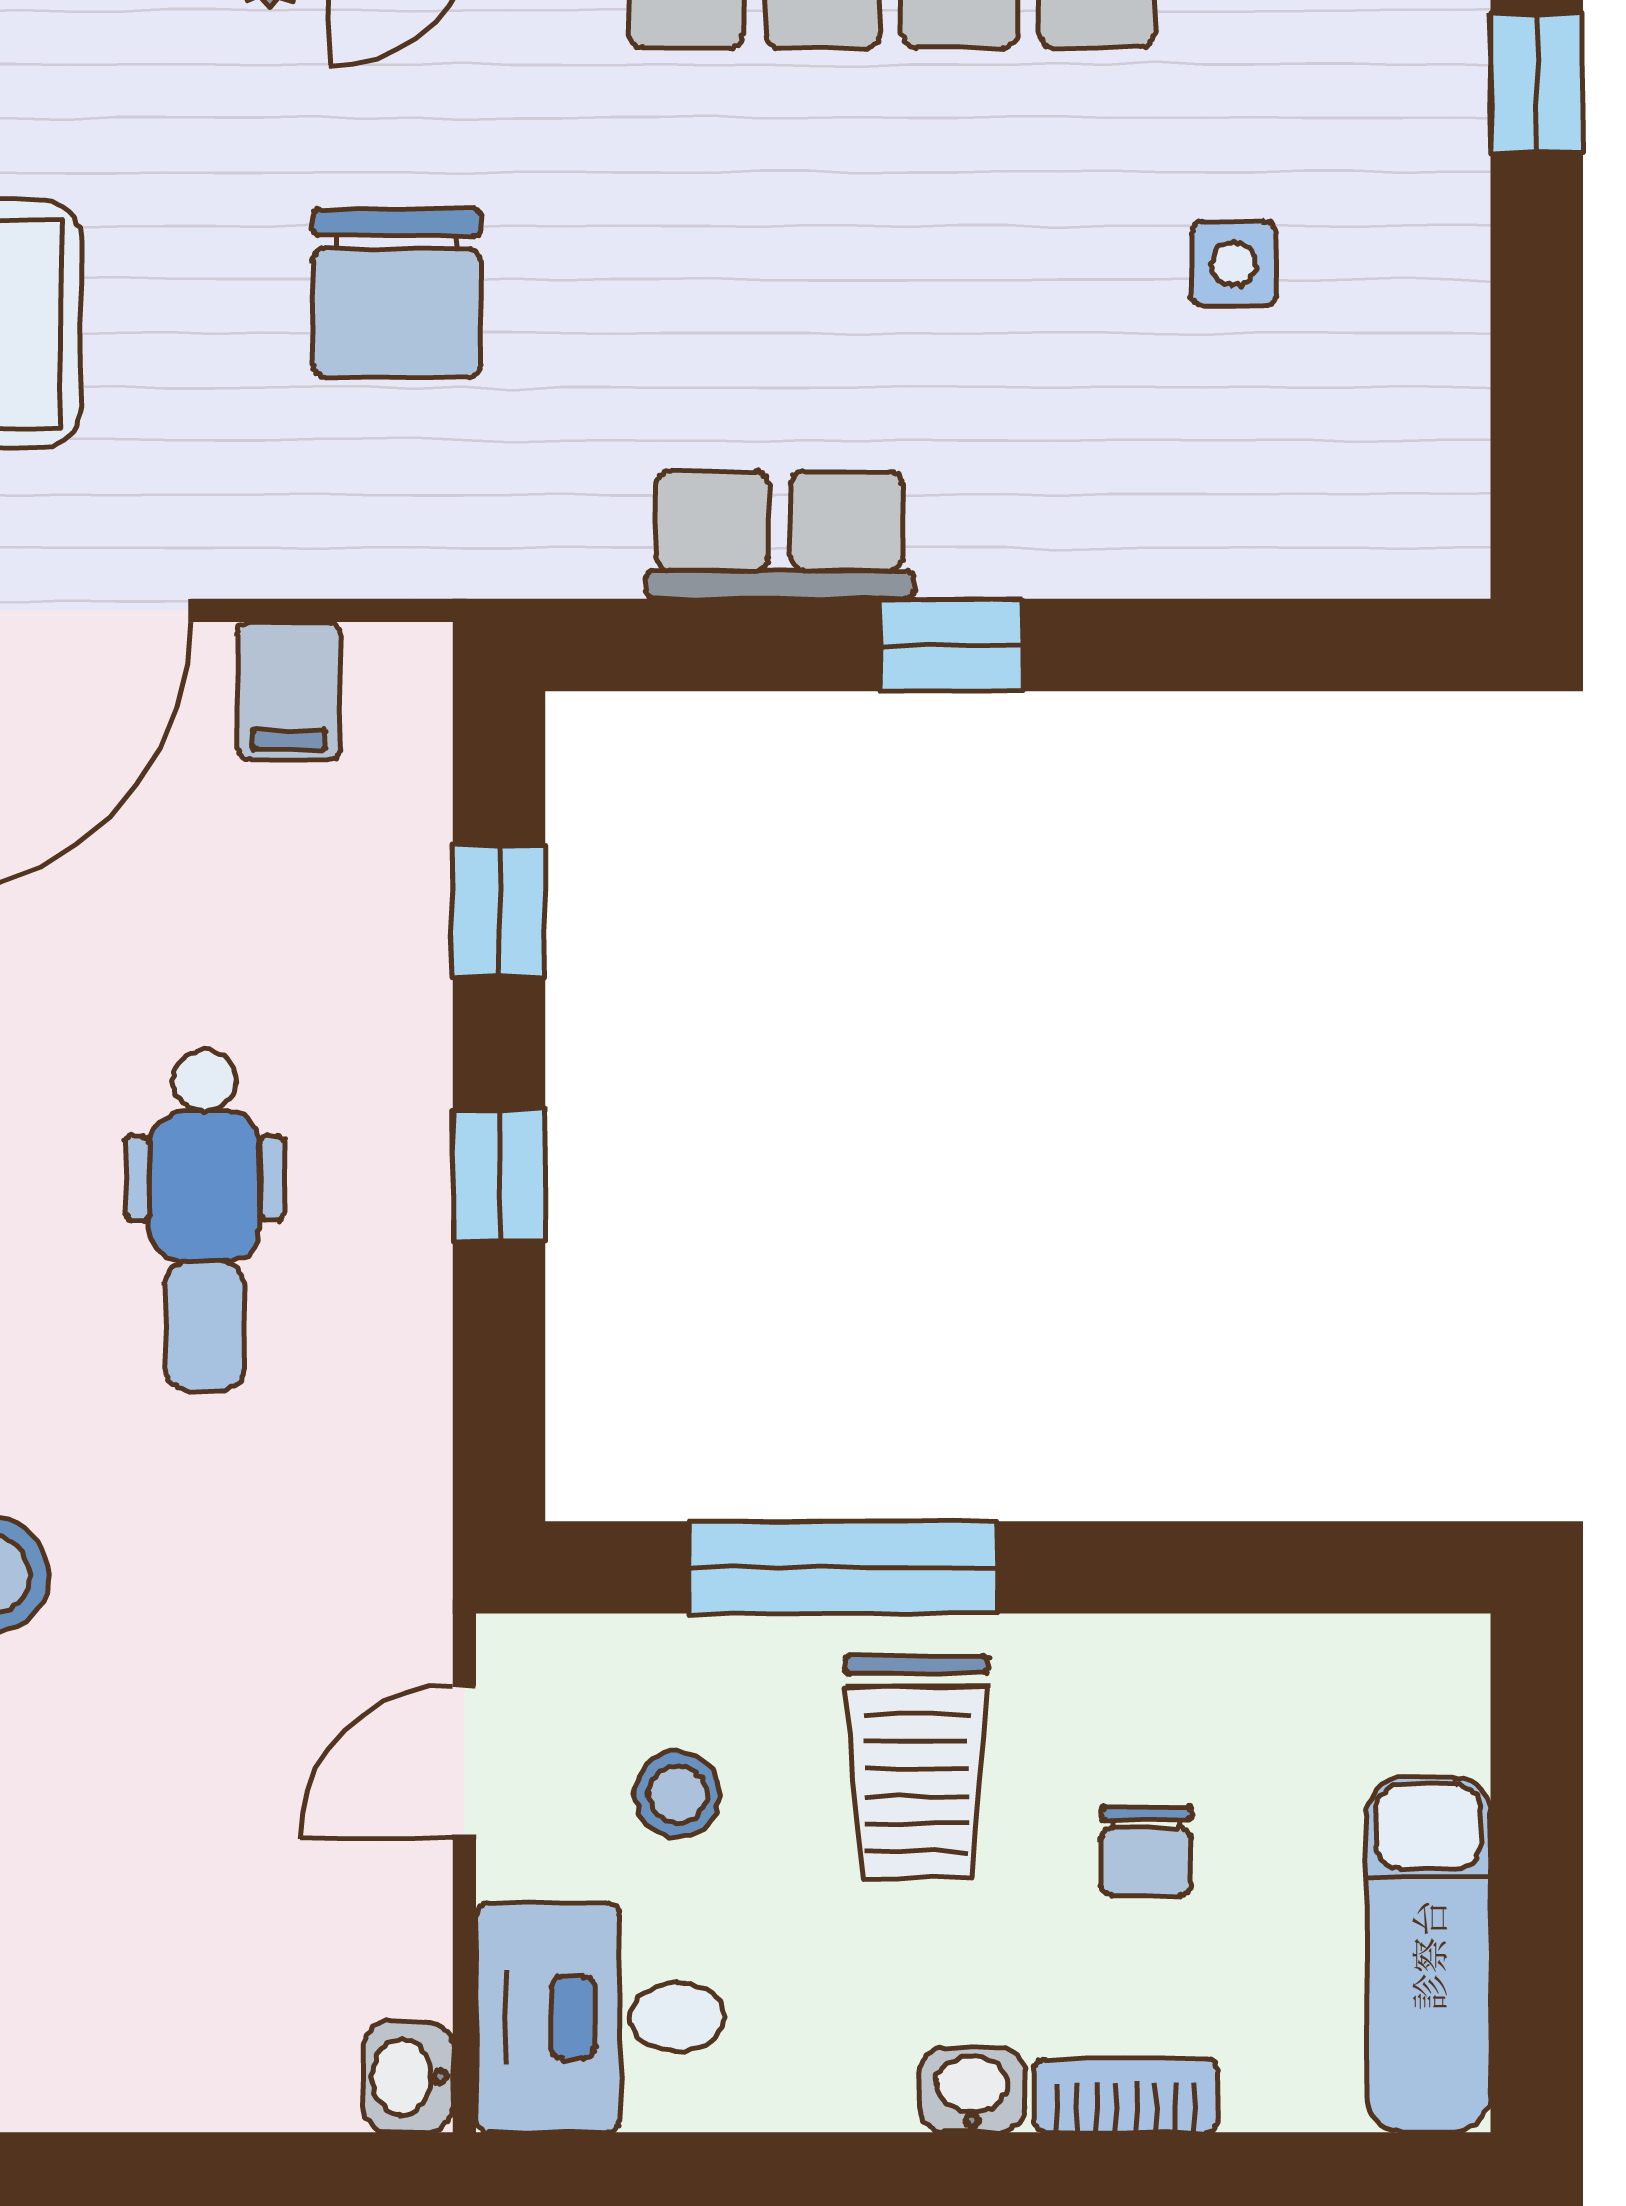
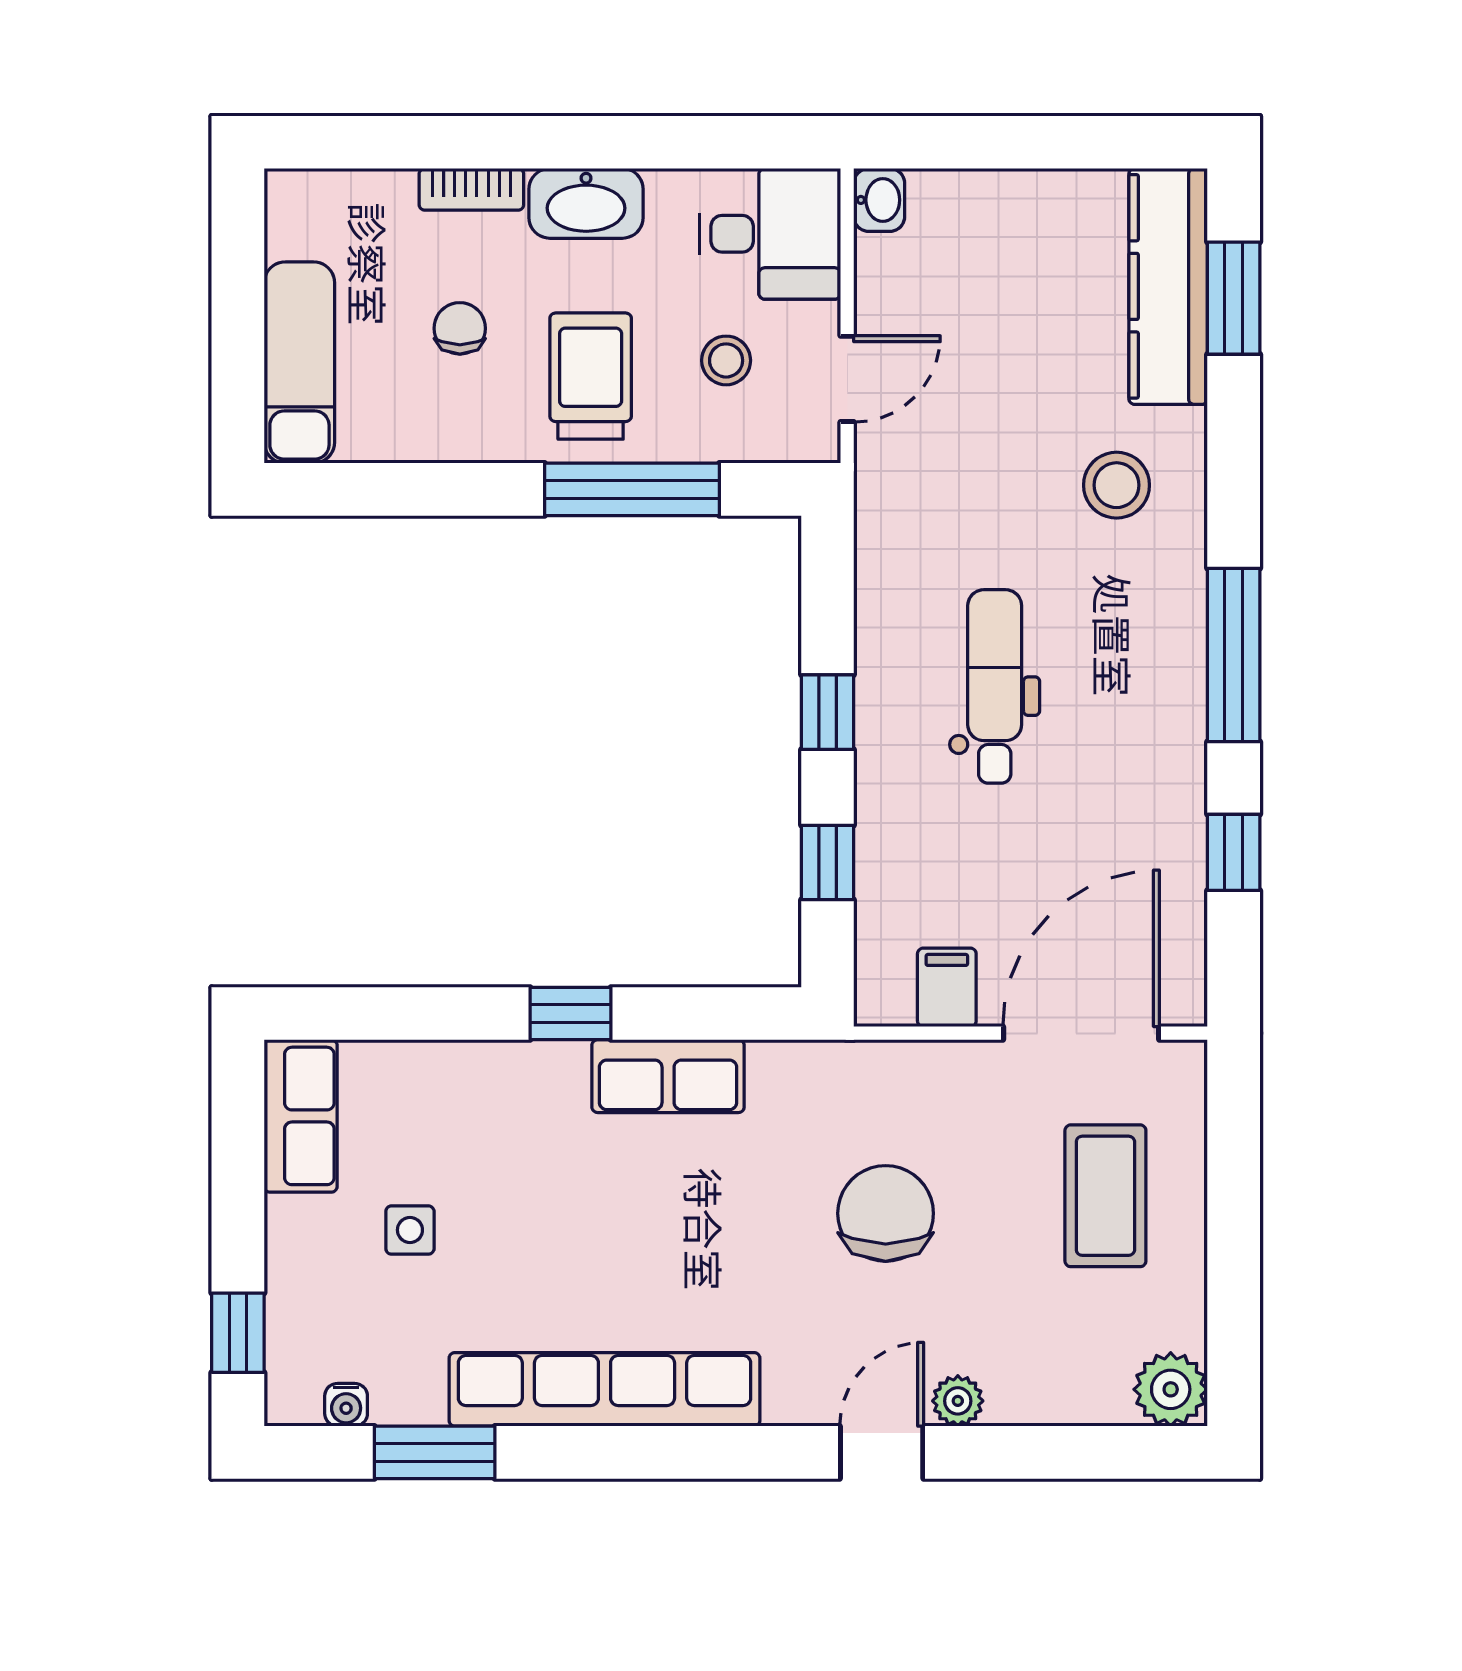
row of seats: (1426, 465) -> (301, 1116), added
exam couch: (1428, 1955) -> (299, 363), moved
washbasin: (972, 2090) -> (586, 203), width x1.91, depth x1.45

